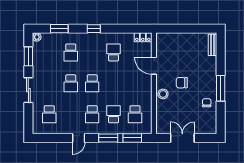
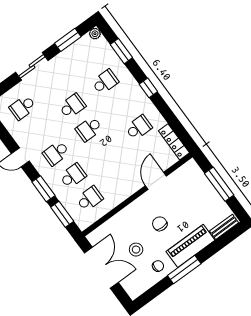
window: (184, 29) -> (219, 184), added
locker: (143, 37) -> (174, 142), width x1.53
school desk: (71, 52) -> (105, 82), turned 180
piano: (209, 74) -> (191, 246), added
school desk: (71, 83) -> (72, 106), turned 180
stool: (163, 94) -> (136, 250), moved
school desk: (135, 114) -> (90, 199), turned 180
double door: (182, 138) -> (101, 268), width x1.37

